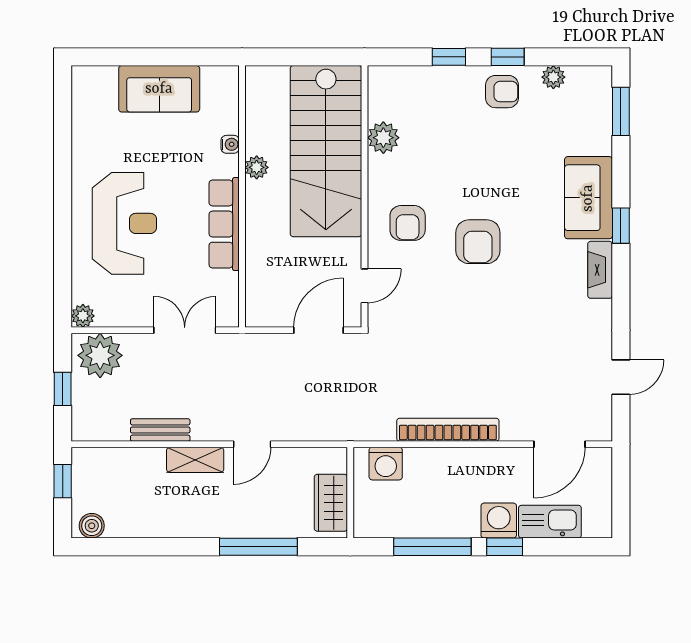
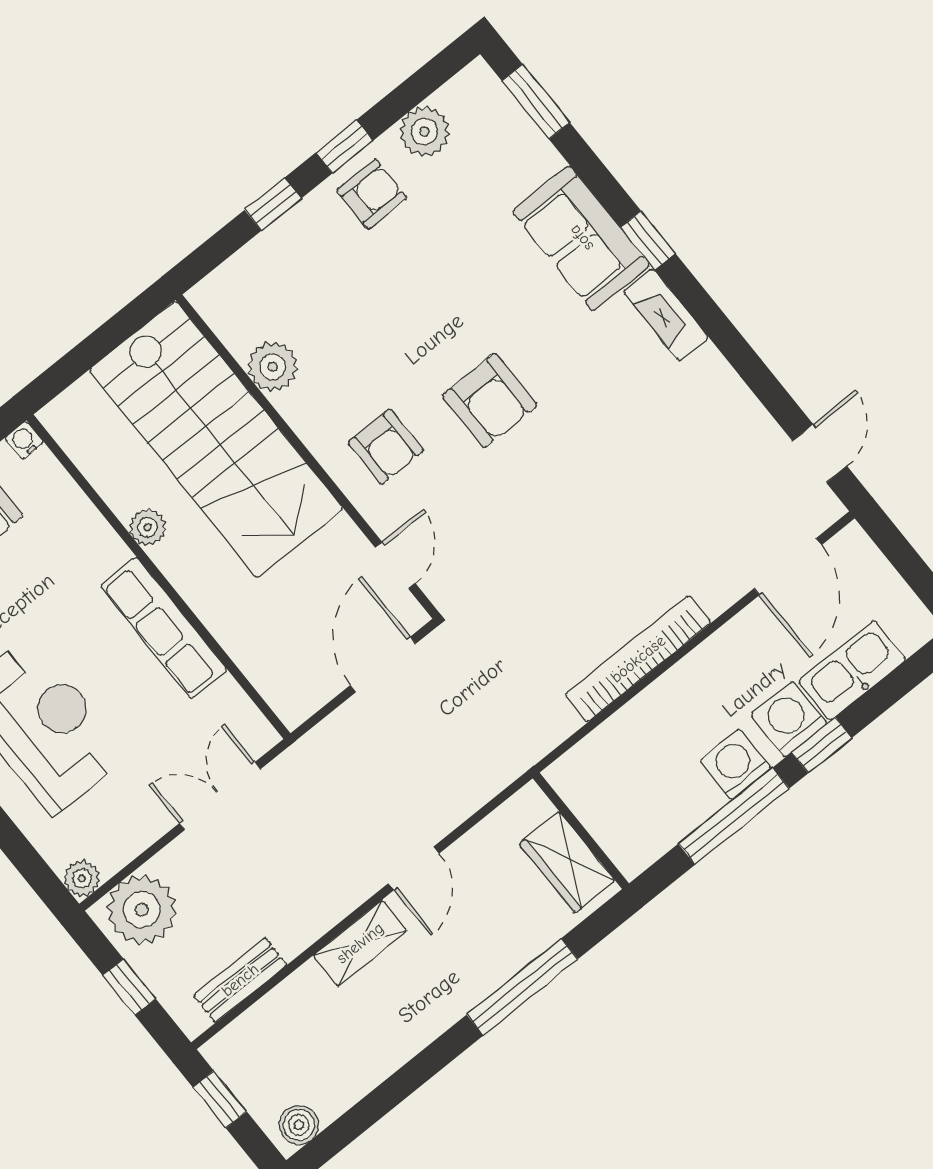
plant: (553, 77) -> (424, 131), width x1.38, depth x1.38
water cooler: (230, 144) -> (24, 440), moved, turned -90
door: (621, 377) -> (820, 453), moved
bench: (160, 430) -> (240, 980), moved
washing machine: (386, 464) -> (736, 764), moved, turned 180

